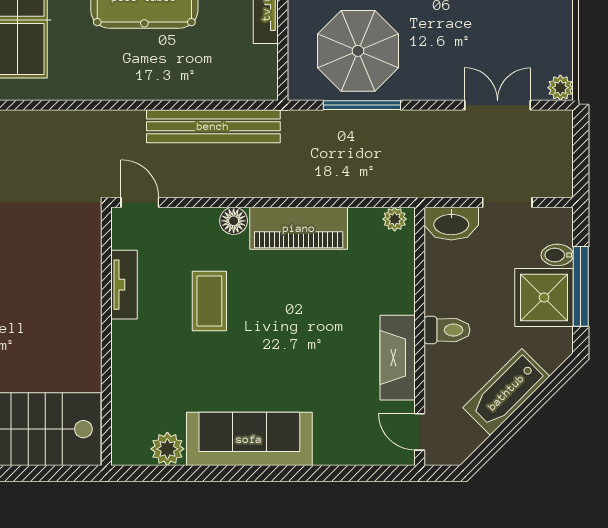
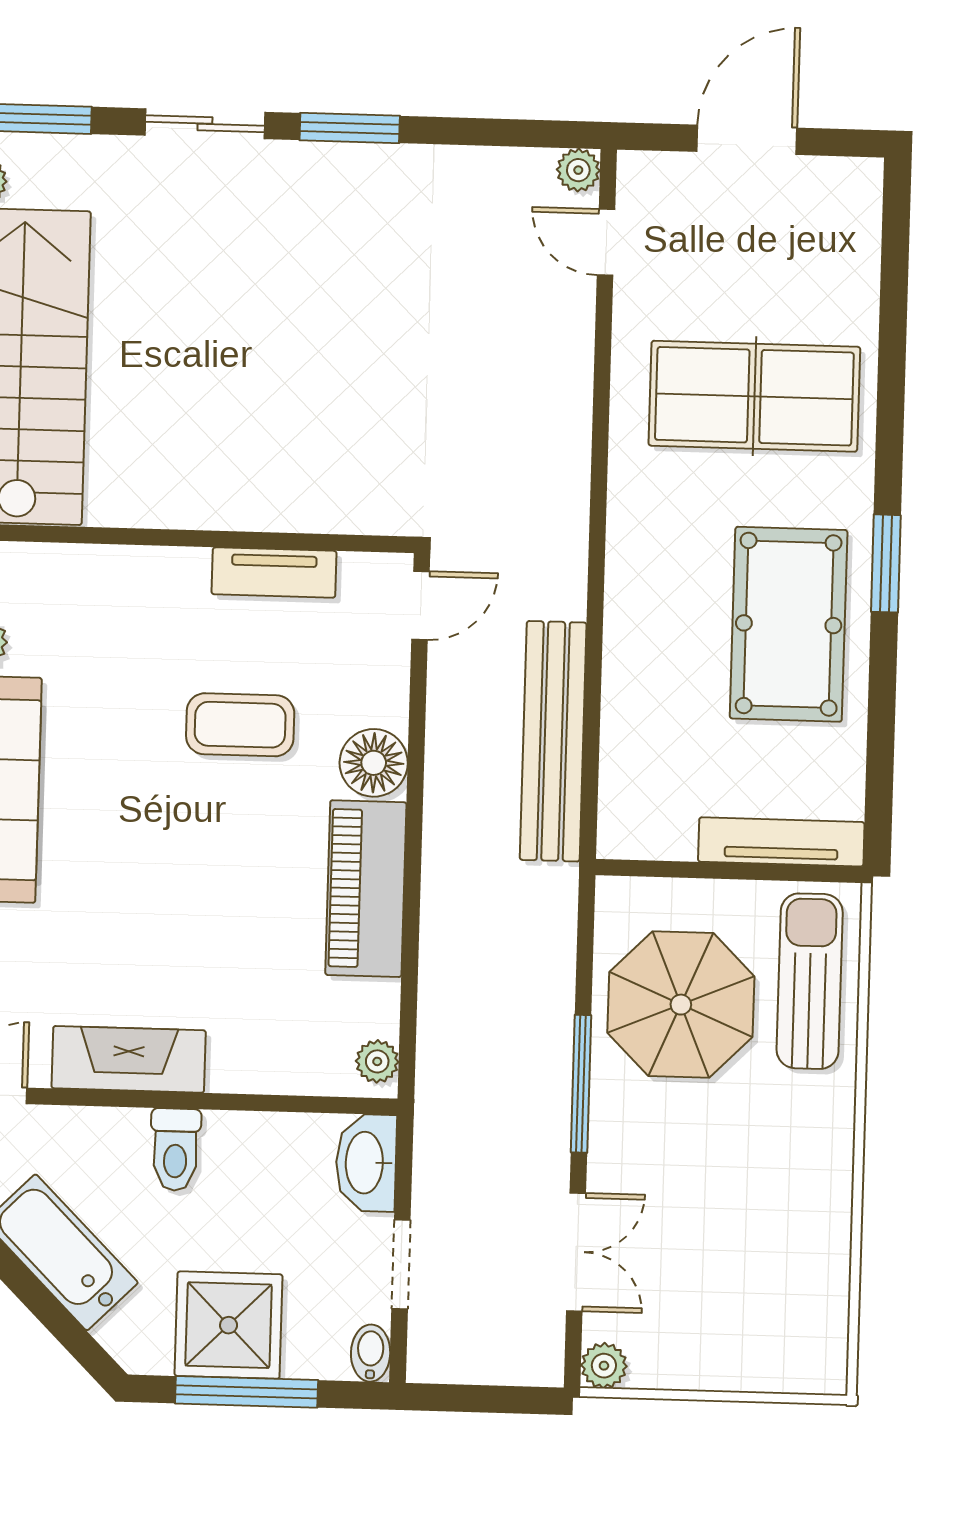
window: (362, 105) -> (581, 1084), moved
floor lamp: (234, 221) -> (374, 763), width x1.38, depth x1.38
bidet: (557, 255) -> (371, 1353), moved

